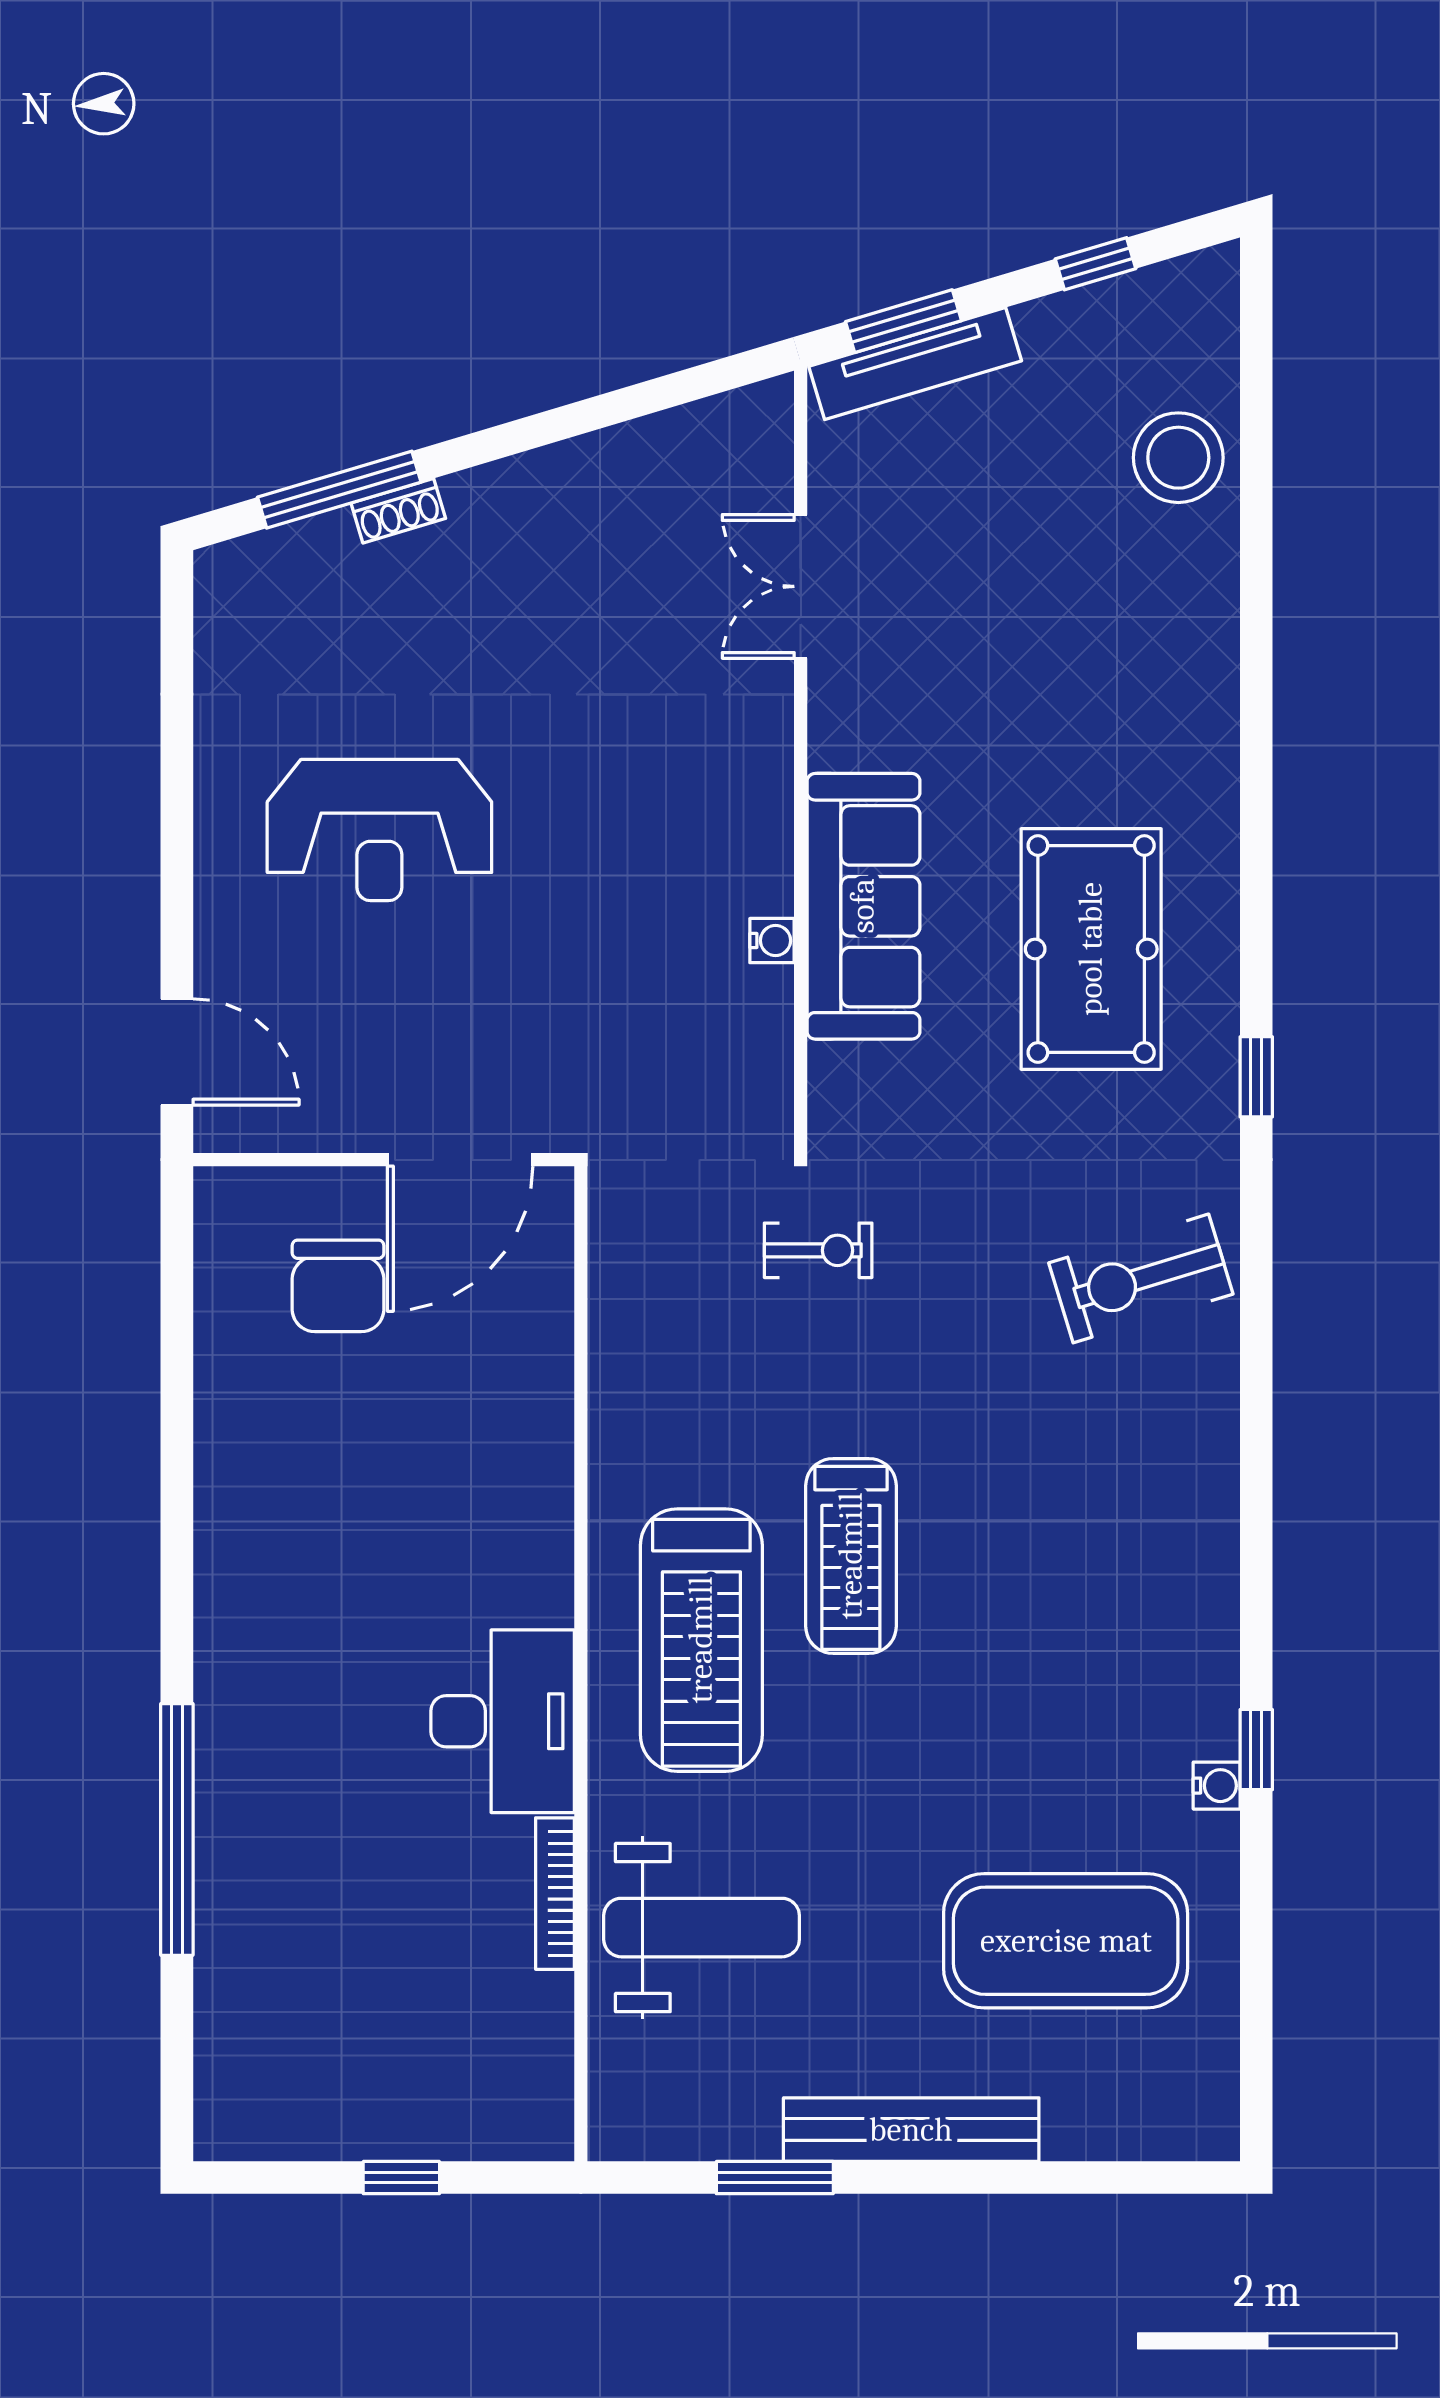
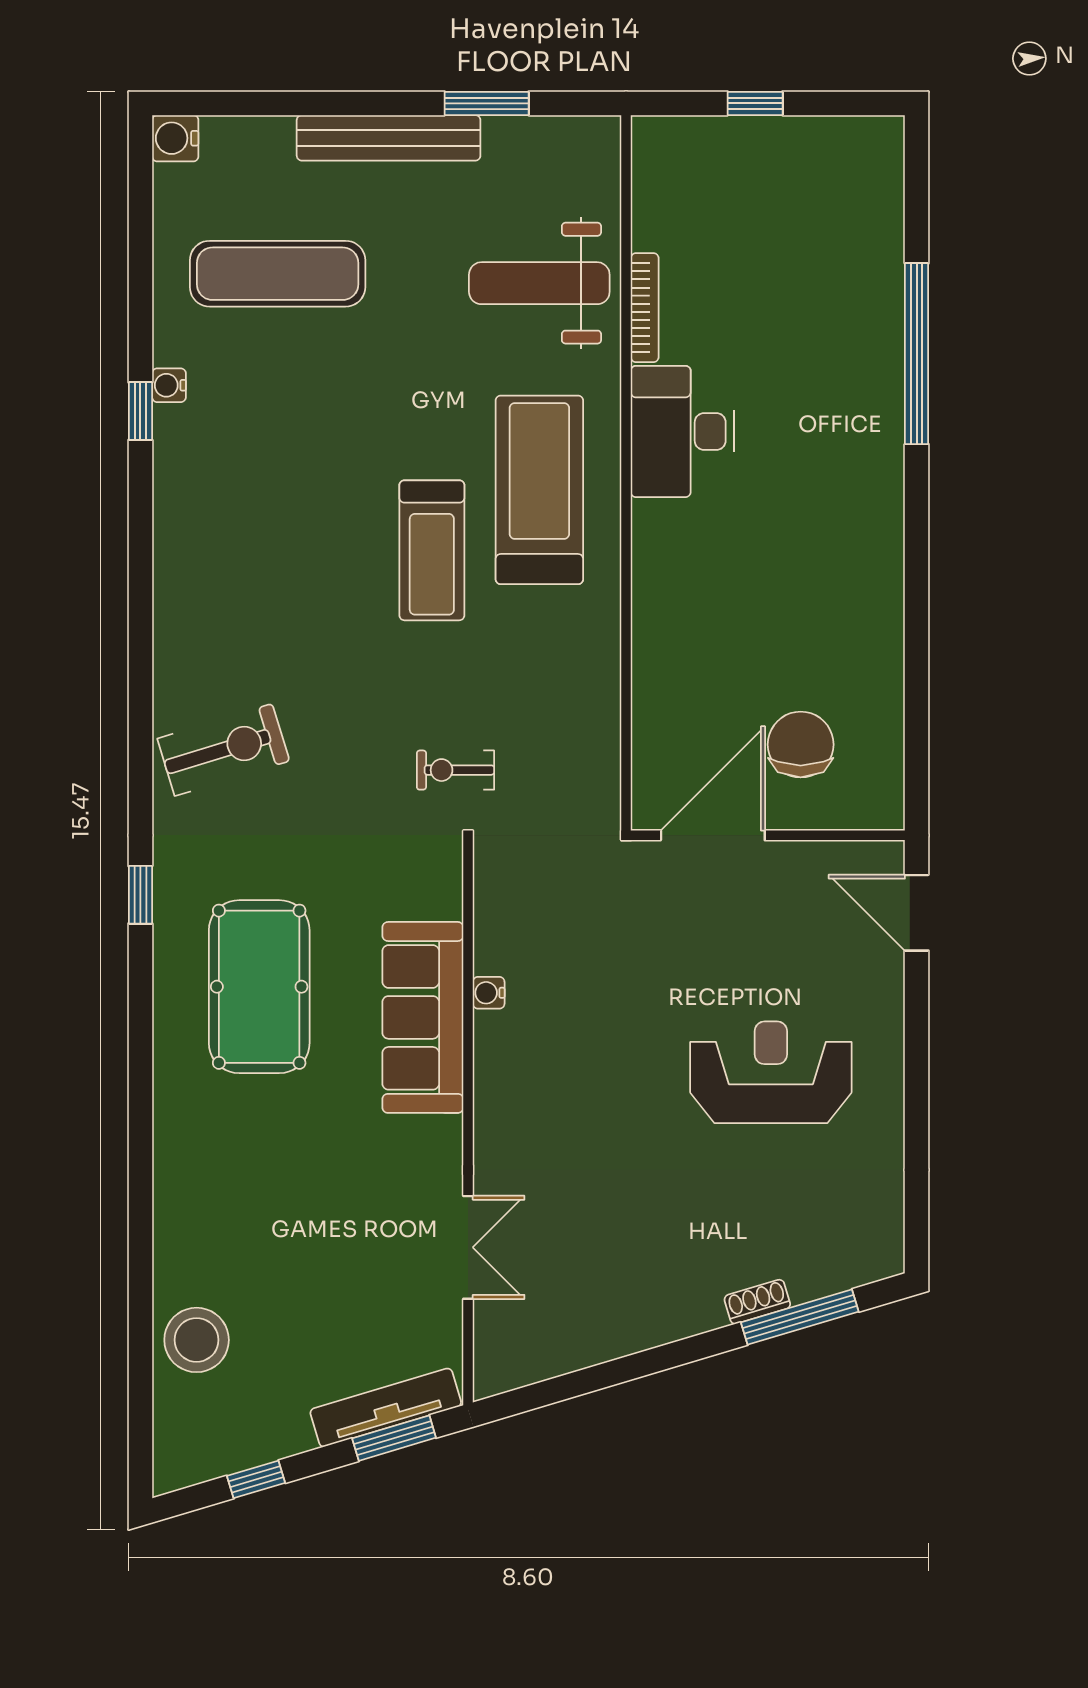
treadmill: (851, 1556) -> (432, 550), turned 180
exercise mat: (1066, 1941) -> (278, 274), width x0.68
water cooler: (1208, 2129) -> (175, 138), added

